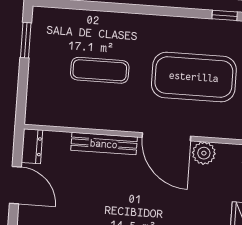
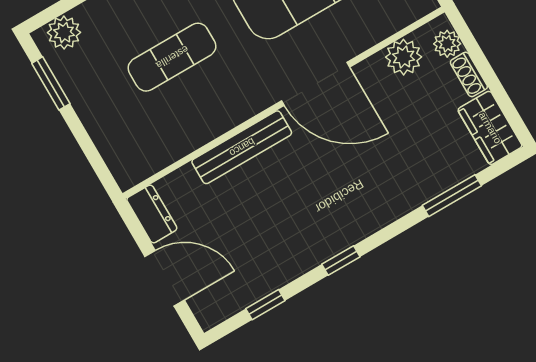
plant: (51, 18) -> (64, 33), added
plant: (204, 153) -> (404, 57), moved

